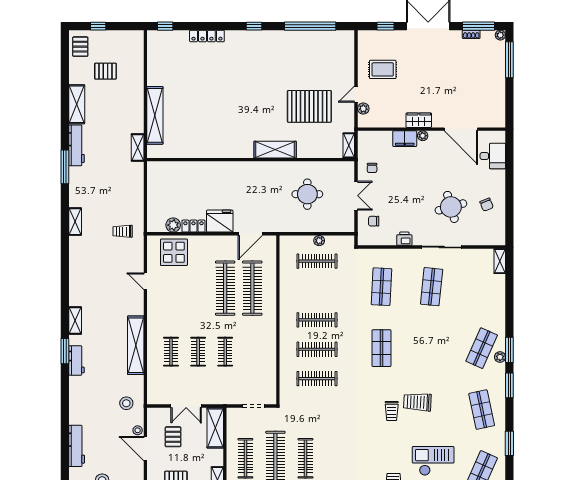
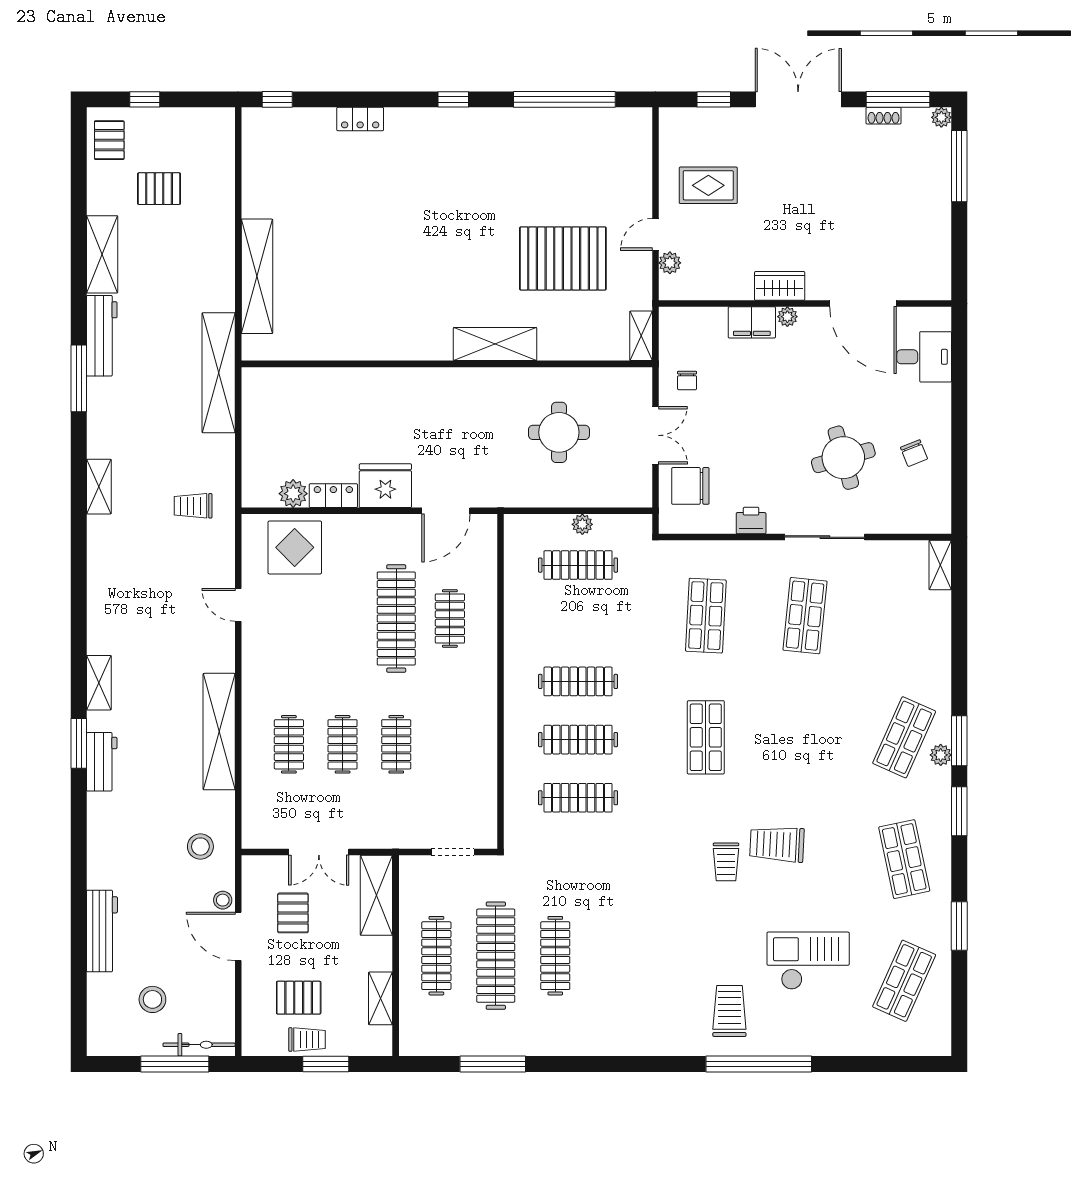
locker: (207, 36) -> (360, 119), width x0.66
shelving: (138, 147) -> (219, 373), width x2.20, depth x1.33
chair: (374, 221) -> (690, 486), width x1.87, depth x1.87
clothes rail: (252, 288) -> (450, 618), width x0.54, depth x0.76

